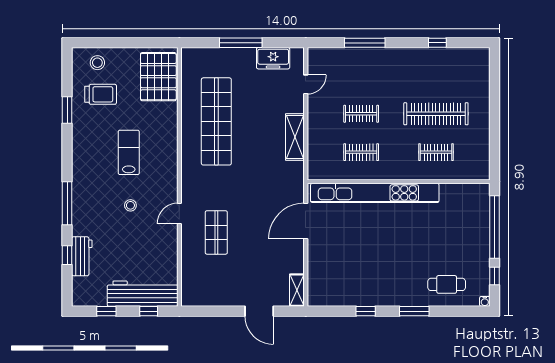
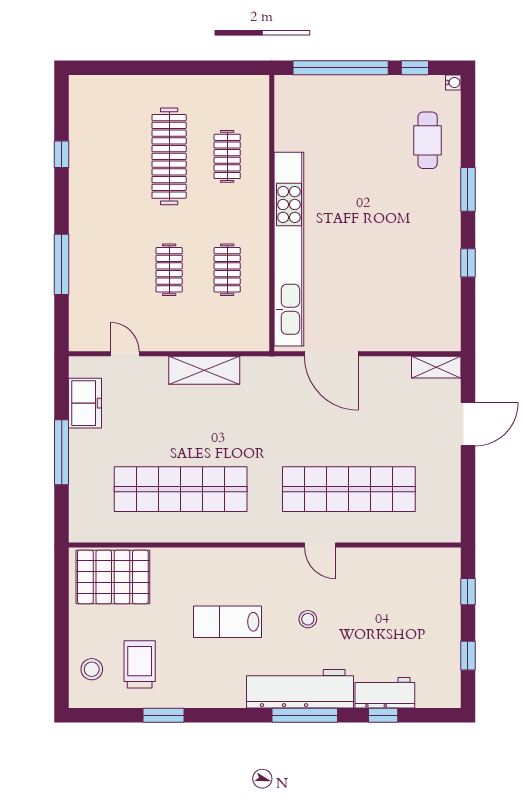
shop shelf: (216, 232) -> (349, 489), width x2.00, depth x1.36
workbench: (143, 294) -> (300, 689), moved, turned 90

